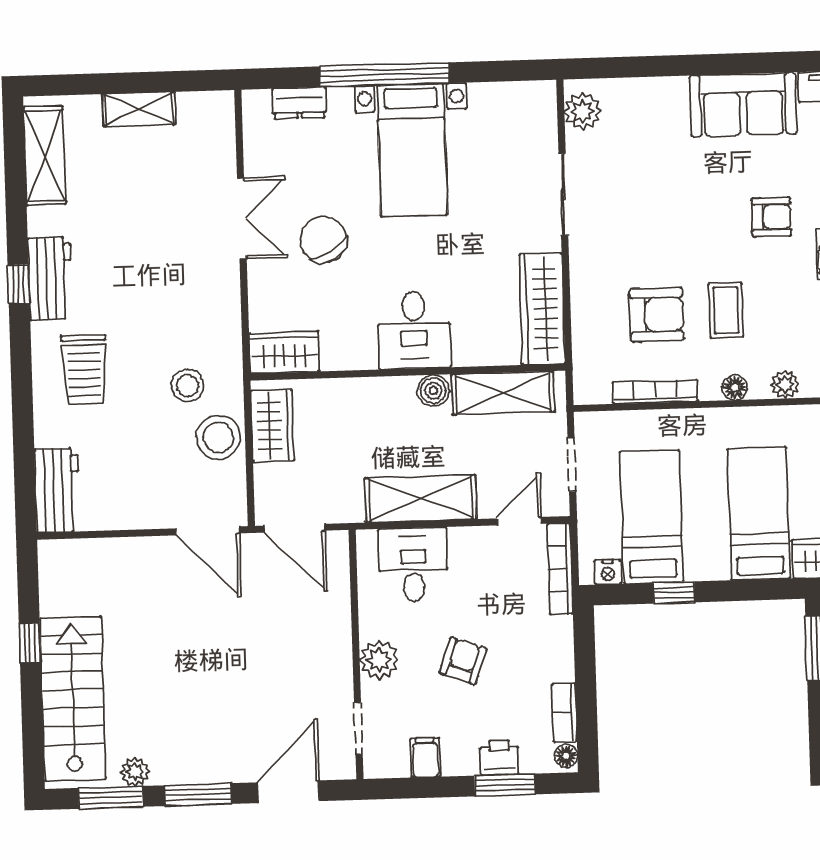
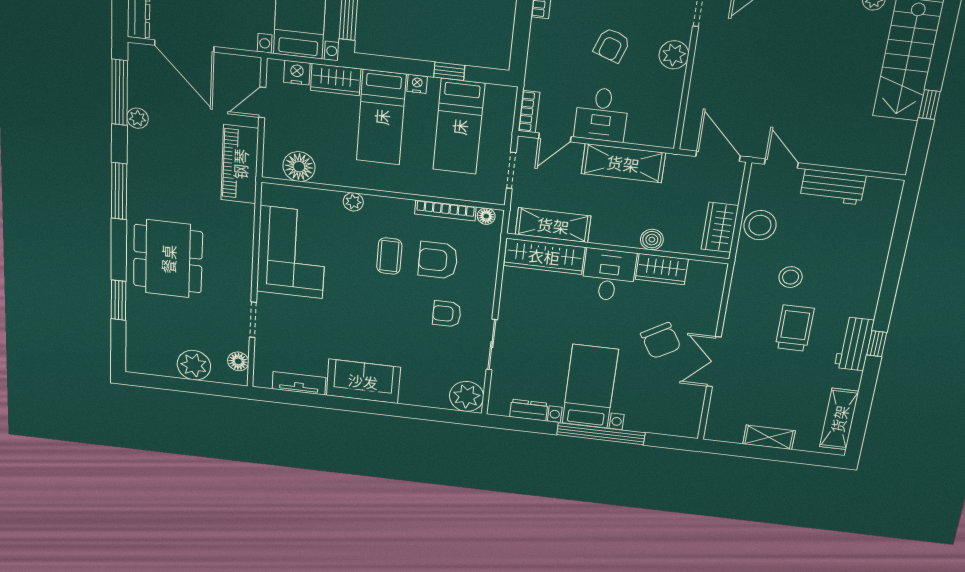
dresser: (299, 103) -> (529, 410), moved
plant: (583, 111) -> (467, 396), width x1.36, depth x1.36
armchair: (771, 217) -> (447, 314), moved
wardrobe: (542, 309) -> (544, 256), moved, turned 90
wardrobe: (284, 352) -> (662, 269), moved
trolley: (84, 369) -> (795, 328), moved
stool: (188, 386) -> (791, 277), moved
floor lamp: (735, 388) -> (486, 216), moved
boiler: (433, 391) -> (652, 240), moved
workbench: (57, 490) -> (833, 187), moved, turned -90
door: (207, 531) -> (781, 163), width x0.73
desk: (413, 565) -> (602, 114), moved
bookcase: (560, 569) -> (529, 112), width x0.64
nightstand: (608, 572) -> (417, 84), moved

